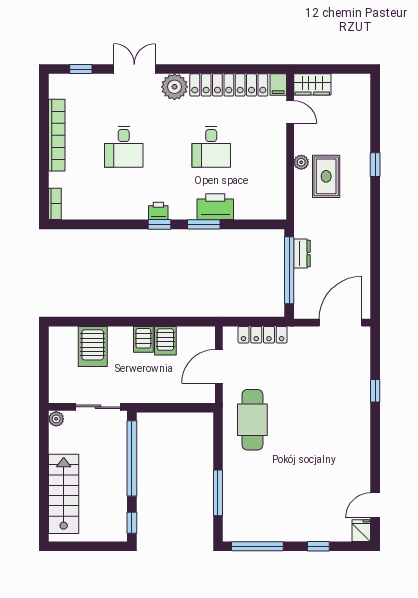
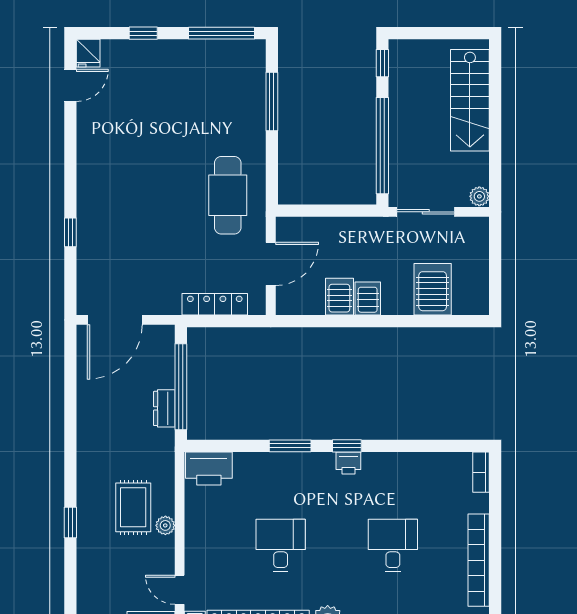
printer: (215, 207) -> (209, 468), moved

